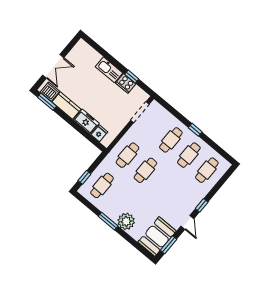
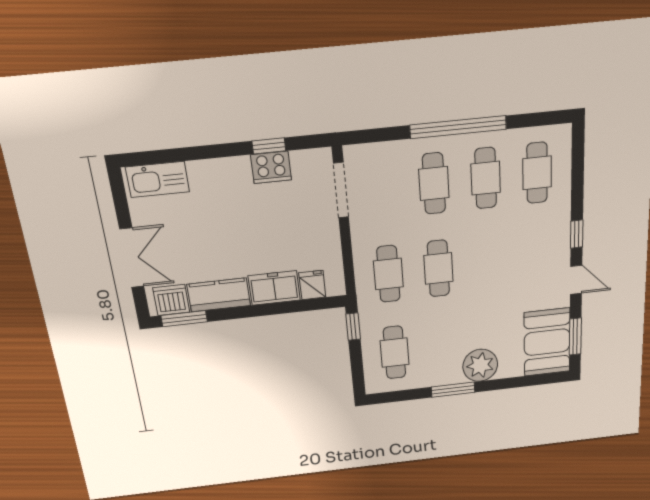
kitchen sink: (109, 70) -> (158, 179), moved
window: (195, 130) -> (458, 127), width x3.17
window: (84, 177) -> (353, 327), moved

